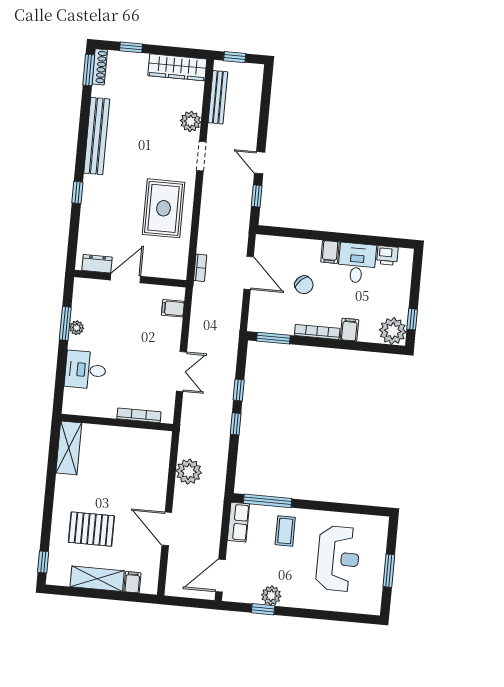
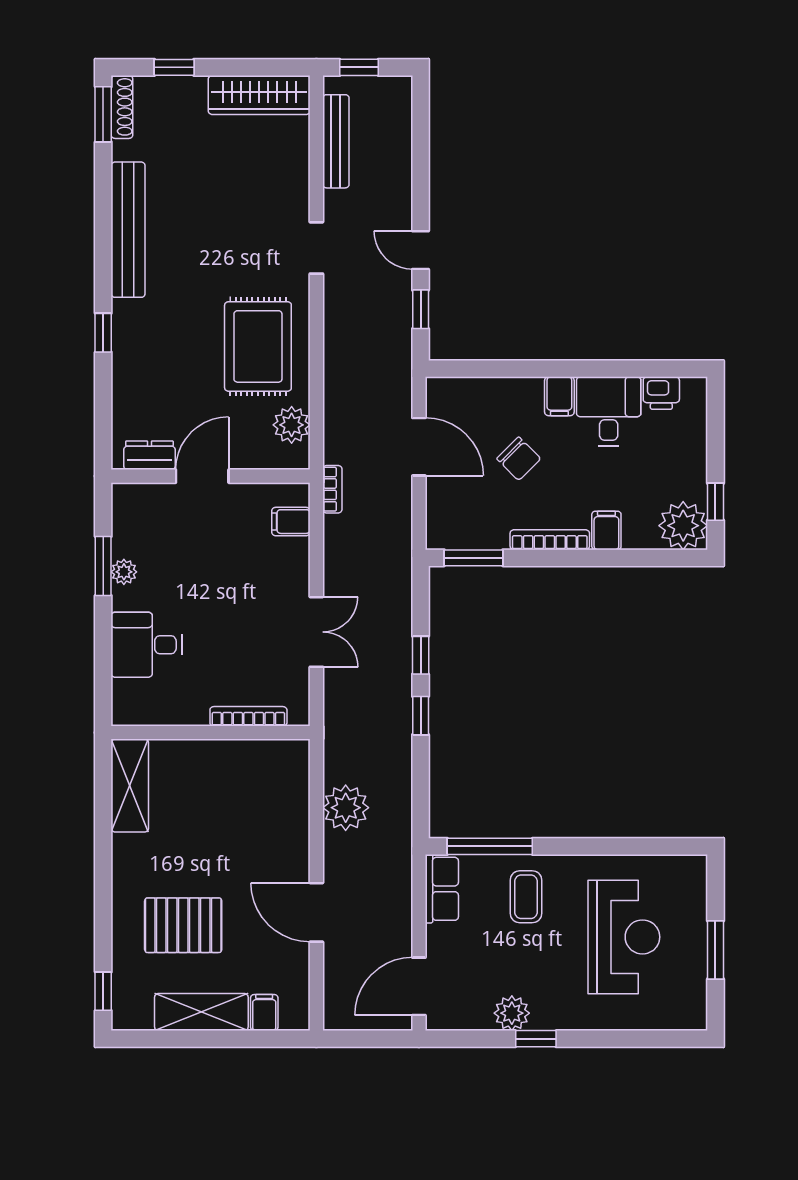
plant: (191, 121) -> (292, 425), moved
bookcase: (200, 268) -> (332, 489), moved
window: (263, 609) -> (536, 1039), moved

